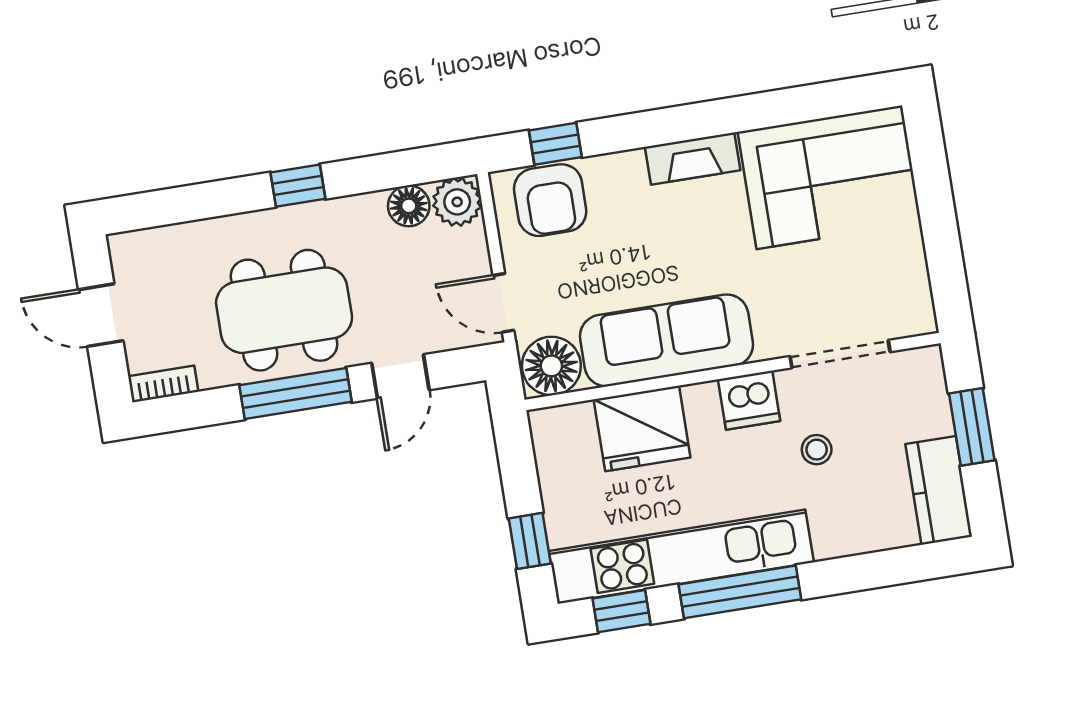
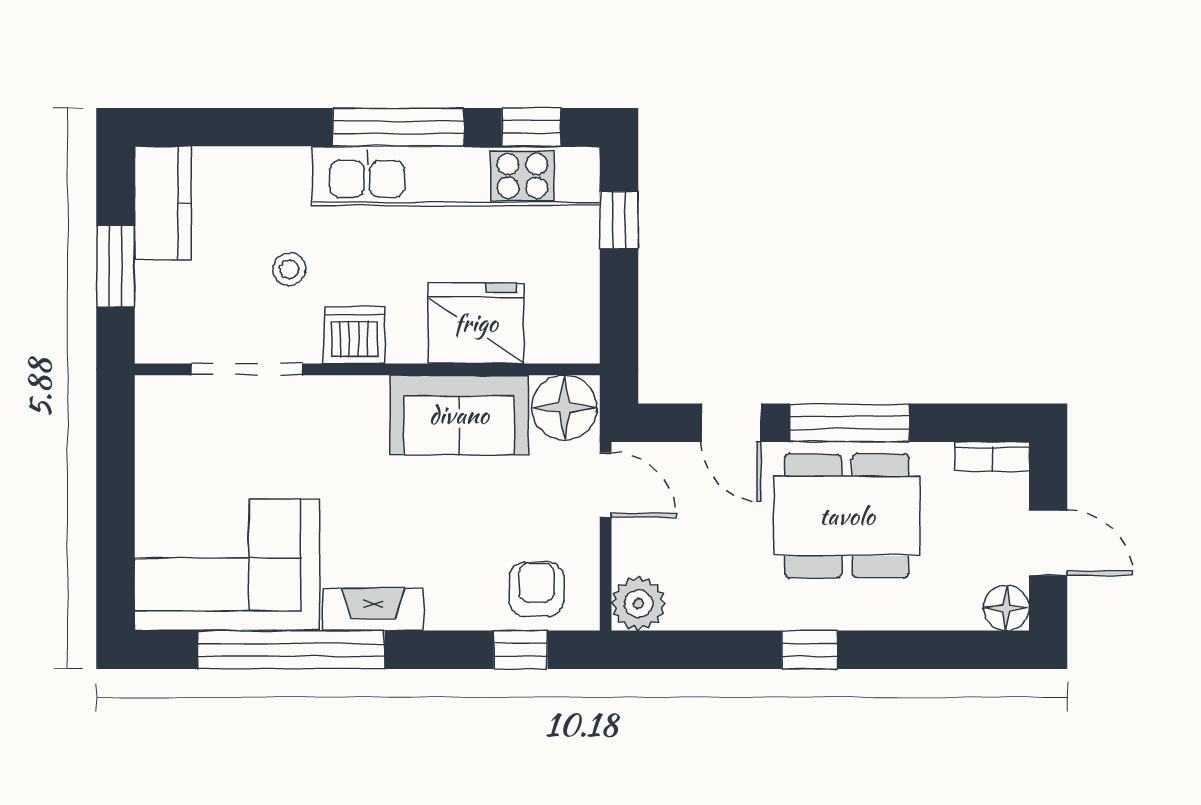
window: (760, 111) -> (291, 650), added
armchair: (550, 200) -> (536, 589), width x0.72, depth x0.72
floor lamp: (409, 206) -> (1006, 608), moved
sofa: (667, 340) -> (459, 415), width x0.73
door: (400, 376) -> (731, 423), swing flipped

